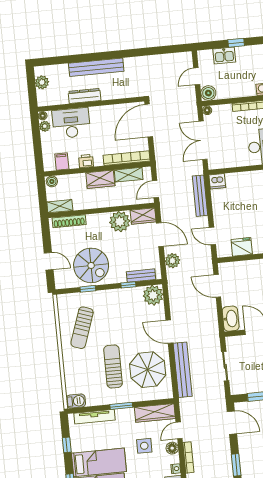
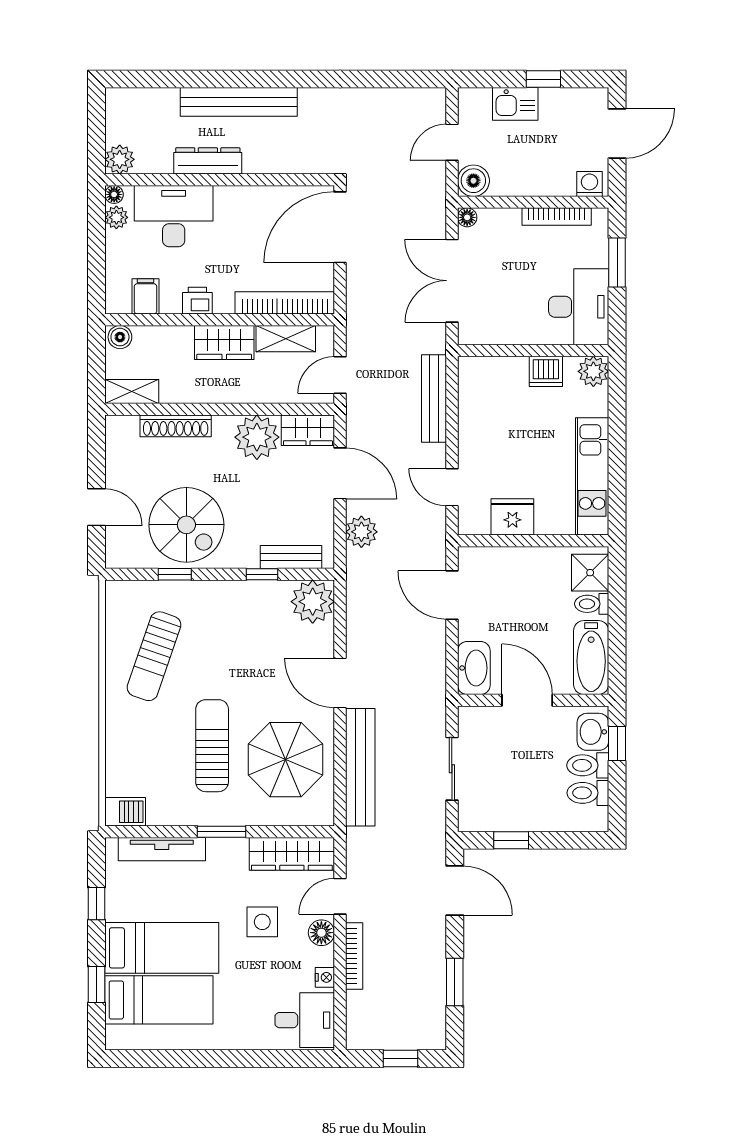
plant: (42, 82) -> (120, 159), moved
dishwasher: (217, 181) -> (546, 371), moved
shoe rack: (69, 221) -> (176, 426), moved

